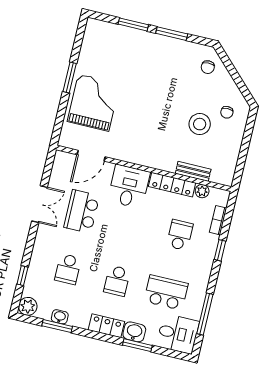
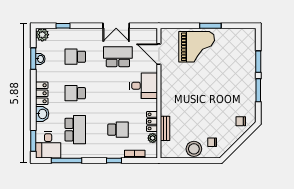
stool: (200, 124) -> (194, 149), moved
locker: (172, 185) -> (152, 121), width x0.66
window: (137, 345) -> (33, 141), moved

